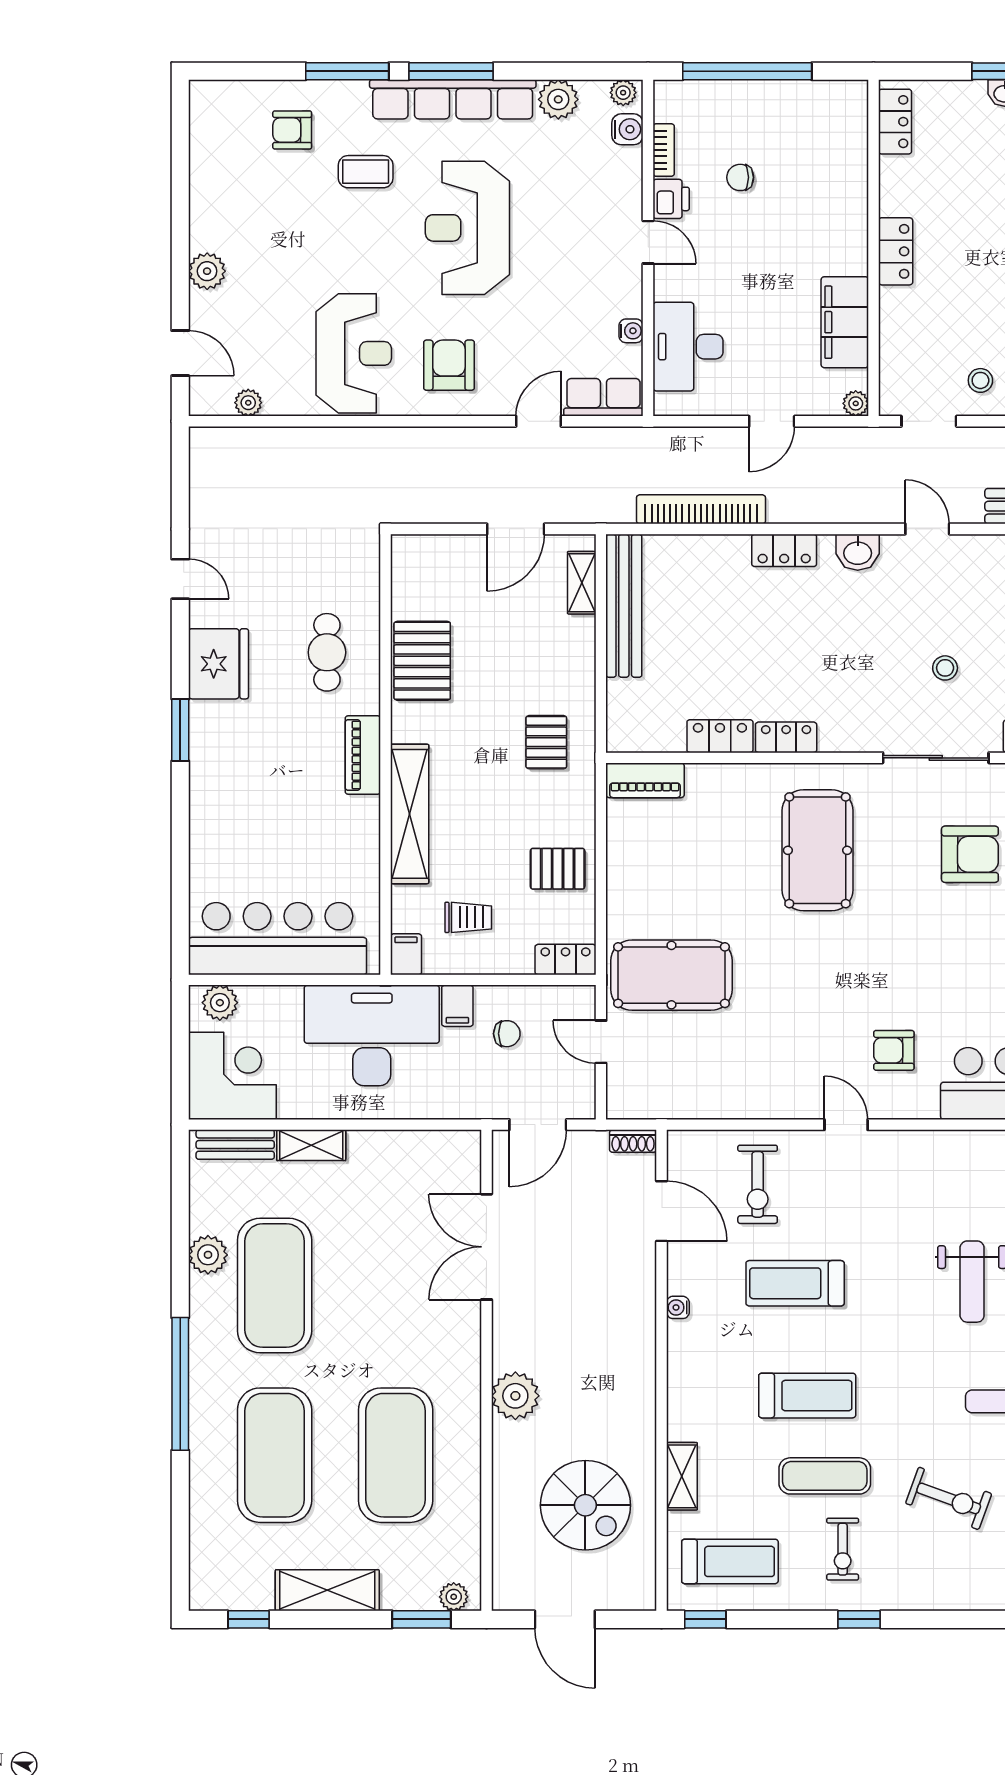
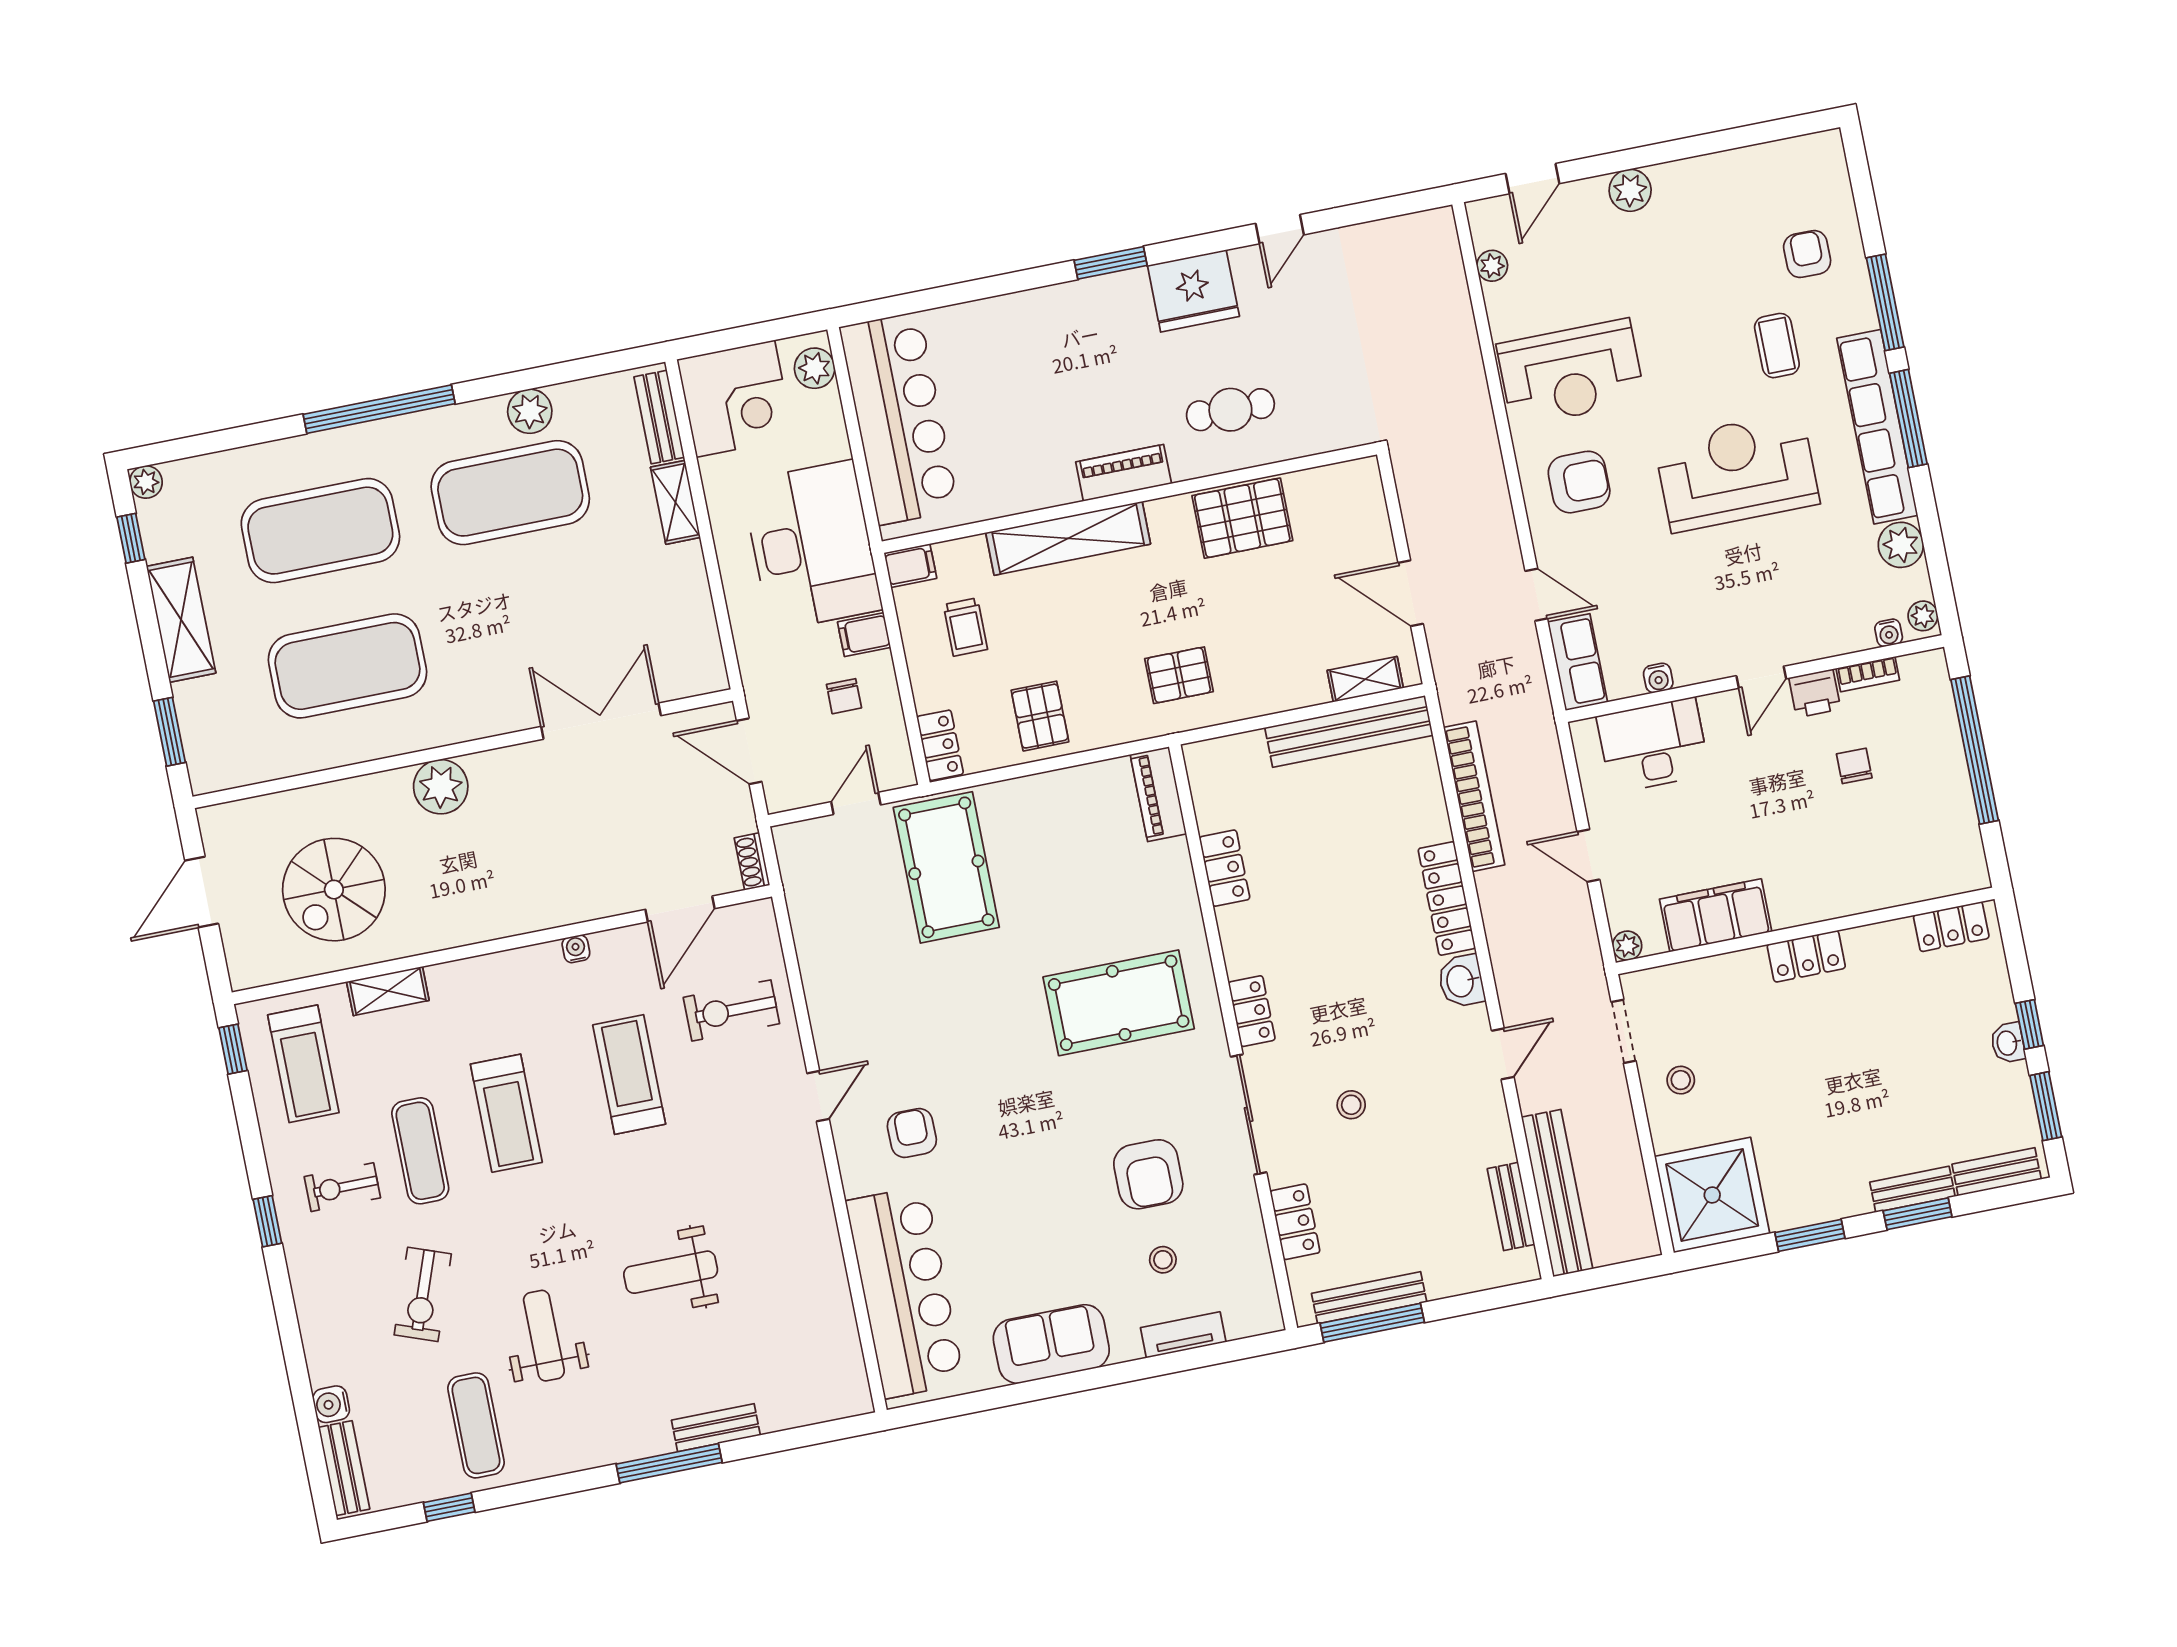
water cooler: (627, 129) -> (1889, 633), width x0.72, depth x0.72
locker: (784, 550) -> (1447, 898), width x1.53
locker: (786, 737) -> (1252, 1011), moved
plant: (454, 1597) -> (146, 482), moved

